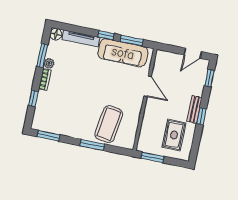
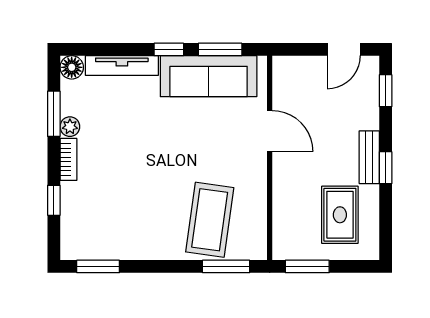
window: (92, 145) -> (226, 266), moved

